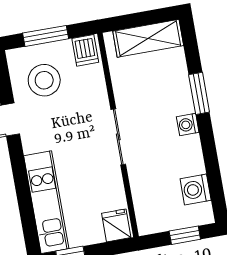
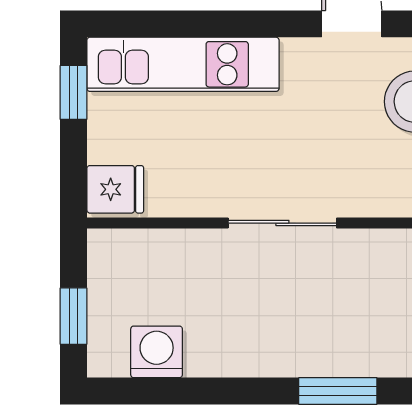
washing machine: (188, 125) -> (282, 359), removed

